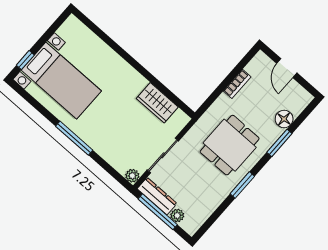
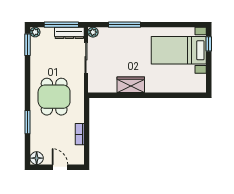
wardrobe: (157, 103) -> (131, 85), moved
floor lamp: (284, 119) -> (37, 158), moved
window: (74, 138) -> (124, 25), moved
window: (242, 185) -> (28, 45), moved
plant: (177, 215) -> (35, 32), moved

